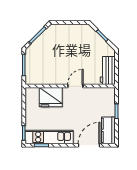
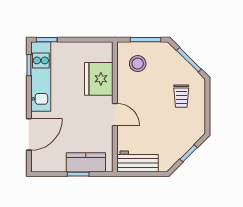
trolley: (63, 40) -> (181, 96), added
stool: (40, 70) -> (138, 64), added
kitchen counter: (108, 130) -> (86, 162), moved
door: (89, 145) -> (29, 134), hinge flipped

